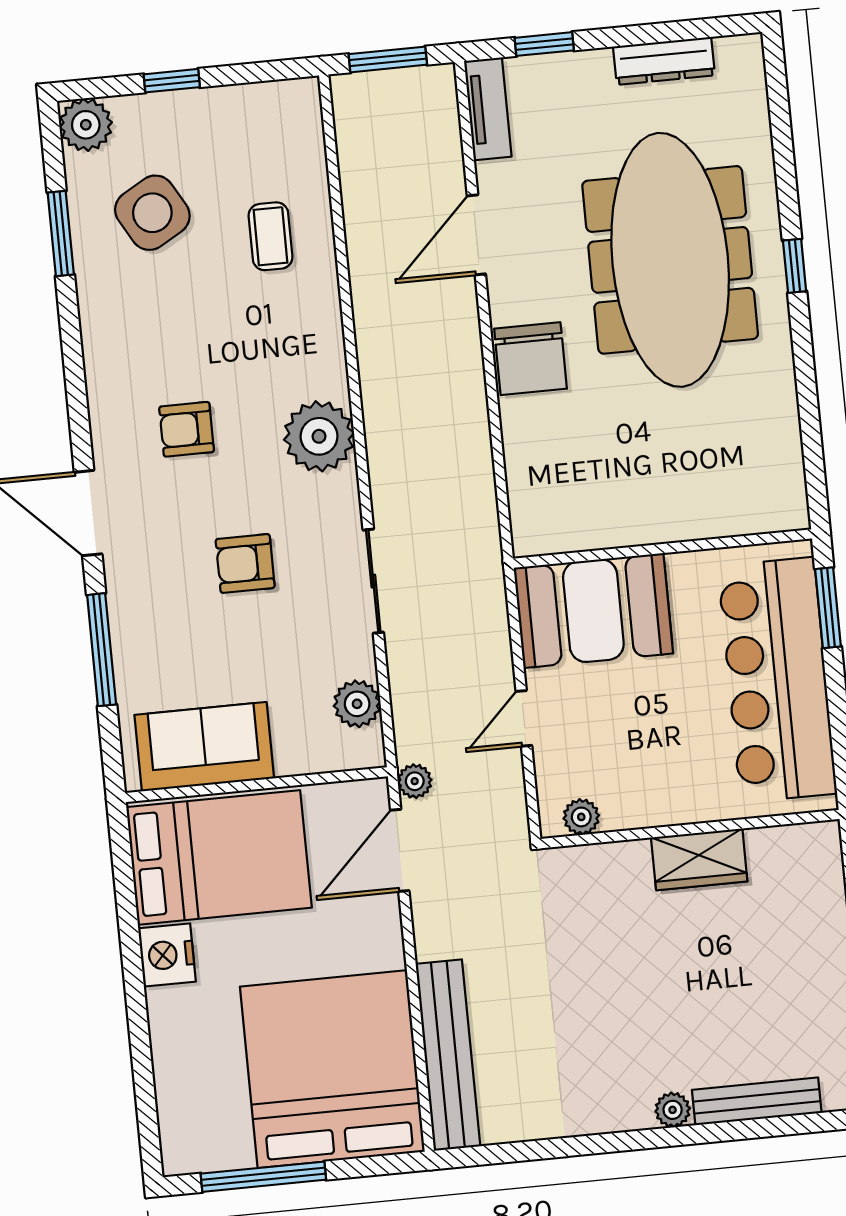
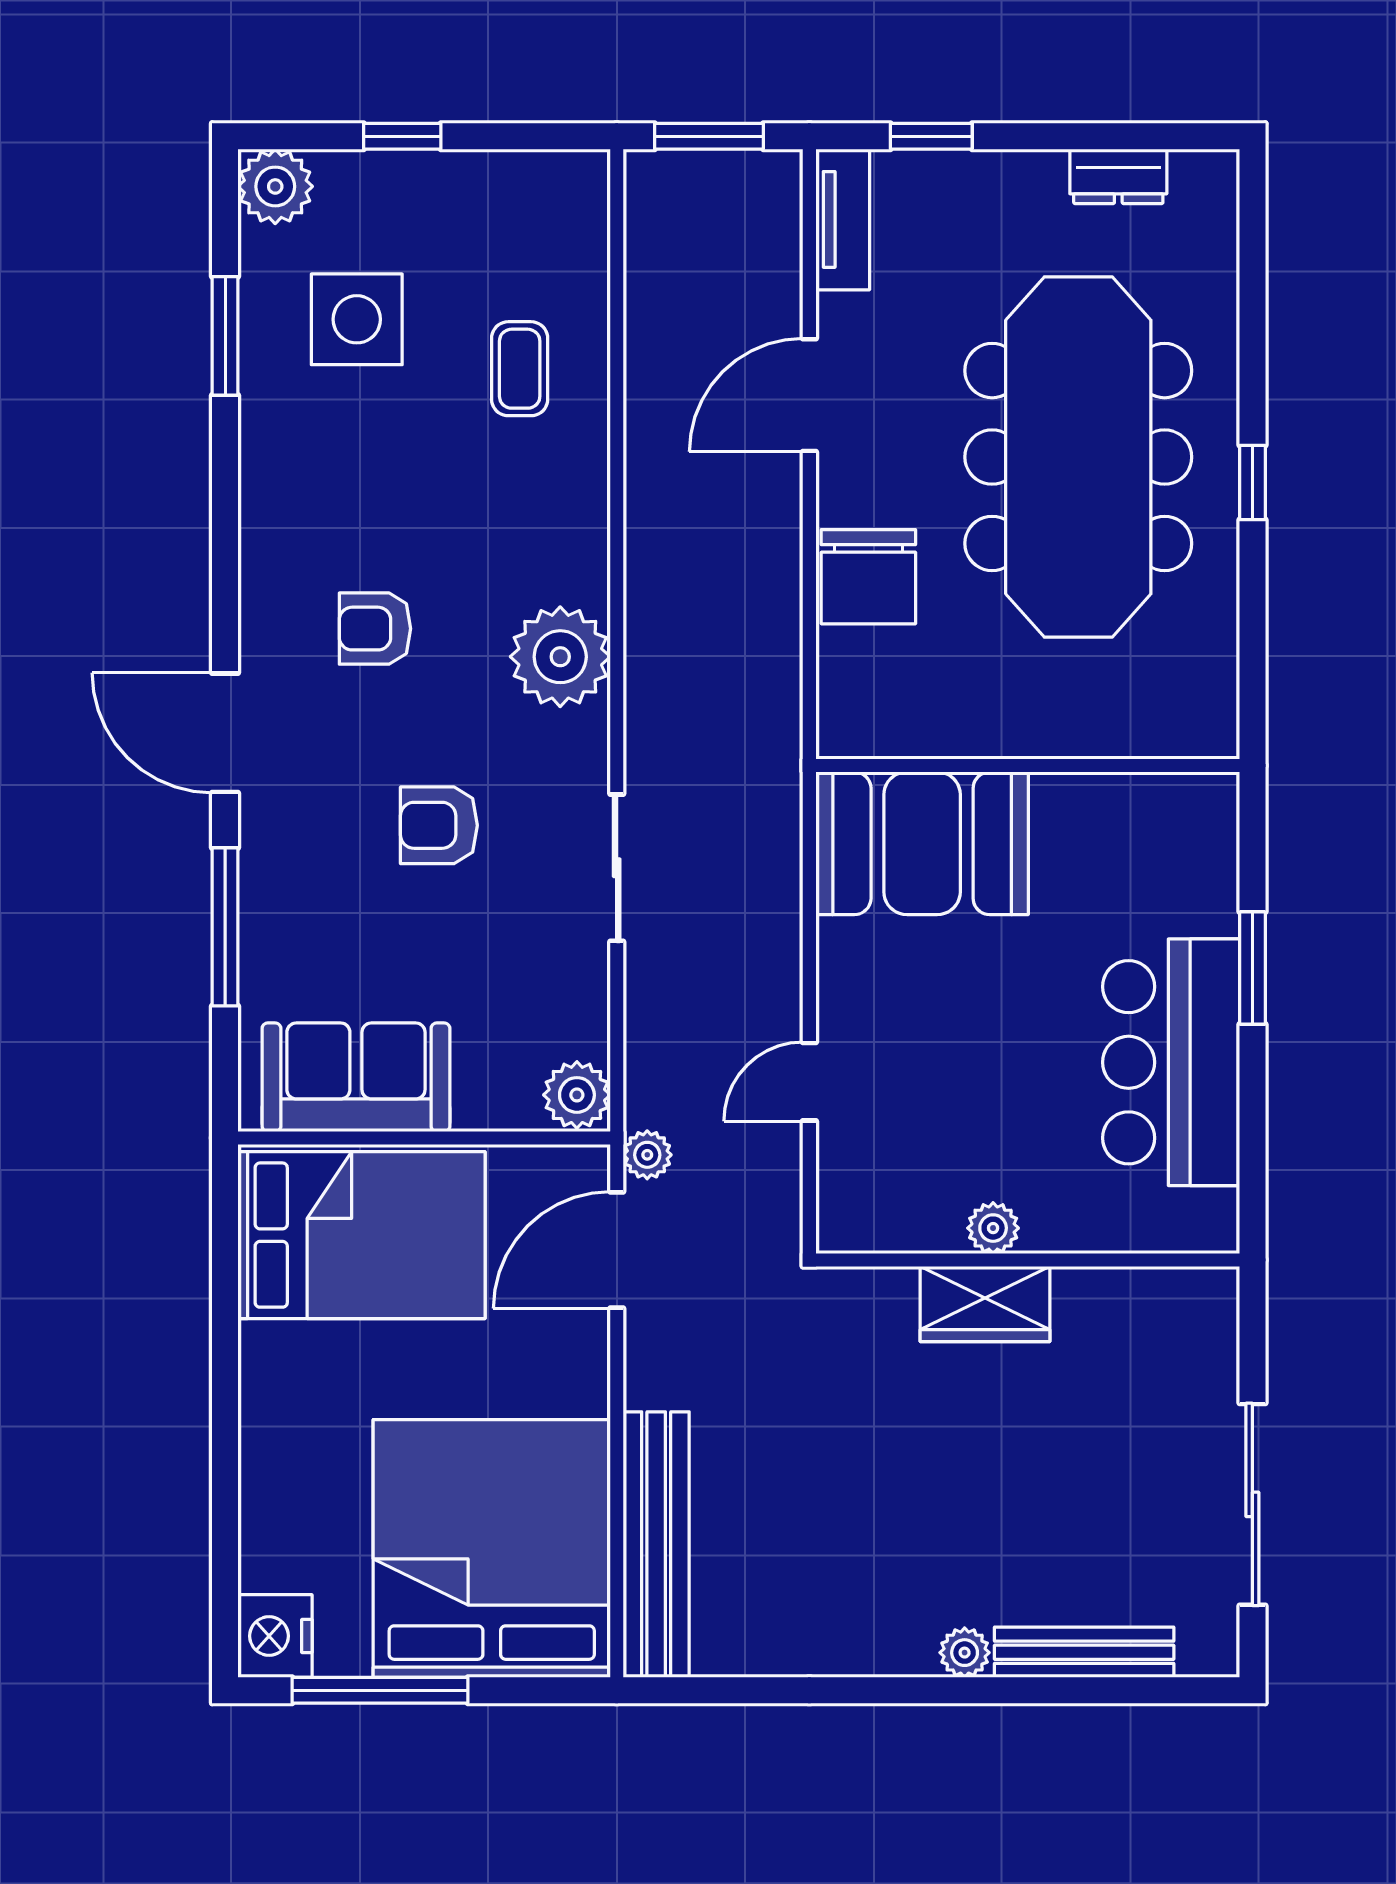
dresser: (664, 61) -> (1118, 176), width x0.70
side table: (152, 213) -> (357, 319), turned 30
wall: (662, 549) -> (1028, 766), moved
booth: (593, 611) -> (922, 843), moved
bar counter: (777, 680) -> (1171, 1062), width x0.73
plant: (357, 704) -> (577, 1095), moved
plant: (581, 817) -> (993, 1228), moved
wardrobe: (699, 859) -> (985, 1304), moved
nightstand: (167, 955) -> (275, 1636), moved

